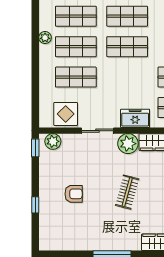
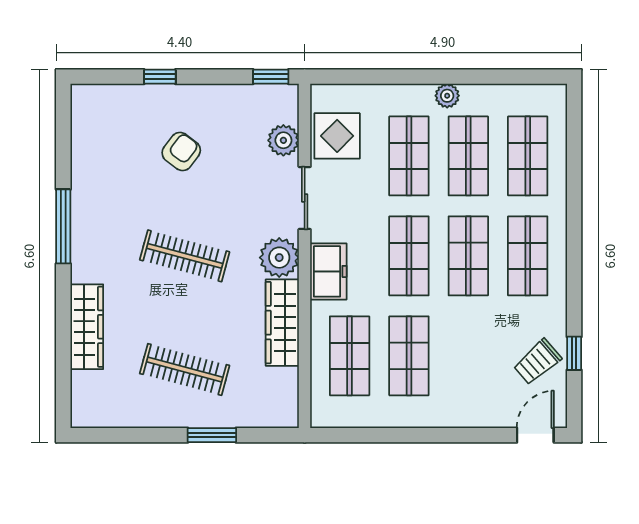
plant: (45, 38) -> (447, 96), moved
shop shelf: (127, 77) -> (409, 256), added
plant: (53, 141) -> (283, 140), moved
clothes rail: (127, 192) -> (185, 256), width x1.36
armchair: (74, 194) -> (181, 152), turned -143

